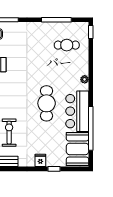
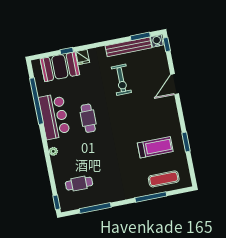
cafe table: (47, 103) -> (88, 118), width x0.73, depth x0.74
booth: (77, 149) -> (60, 67), moved, turned 90

